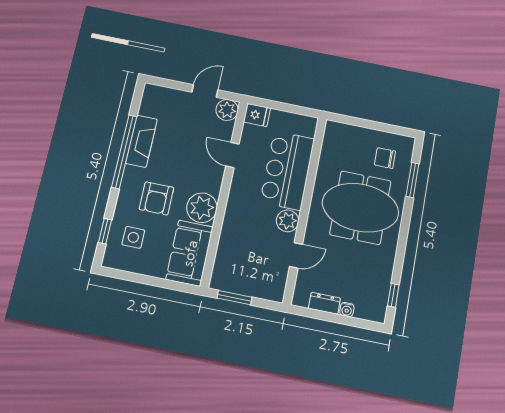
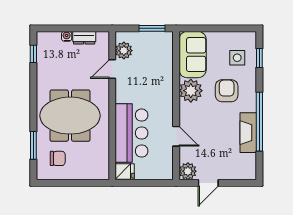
fridge: (257, 115) -> (125, 171), moved, turned 180
plant: (288, 221) -> (124, 51), moved

